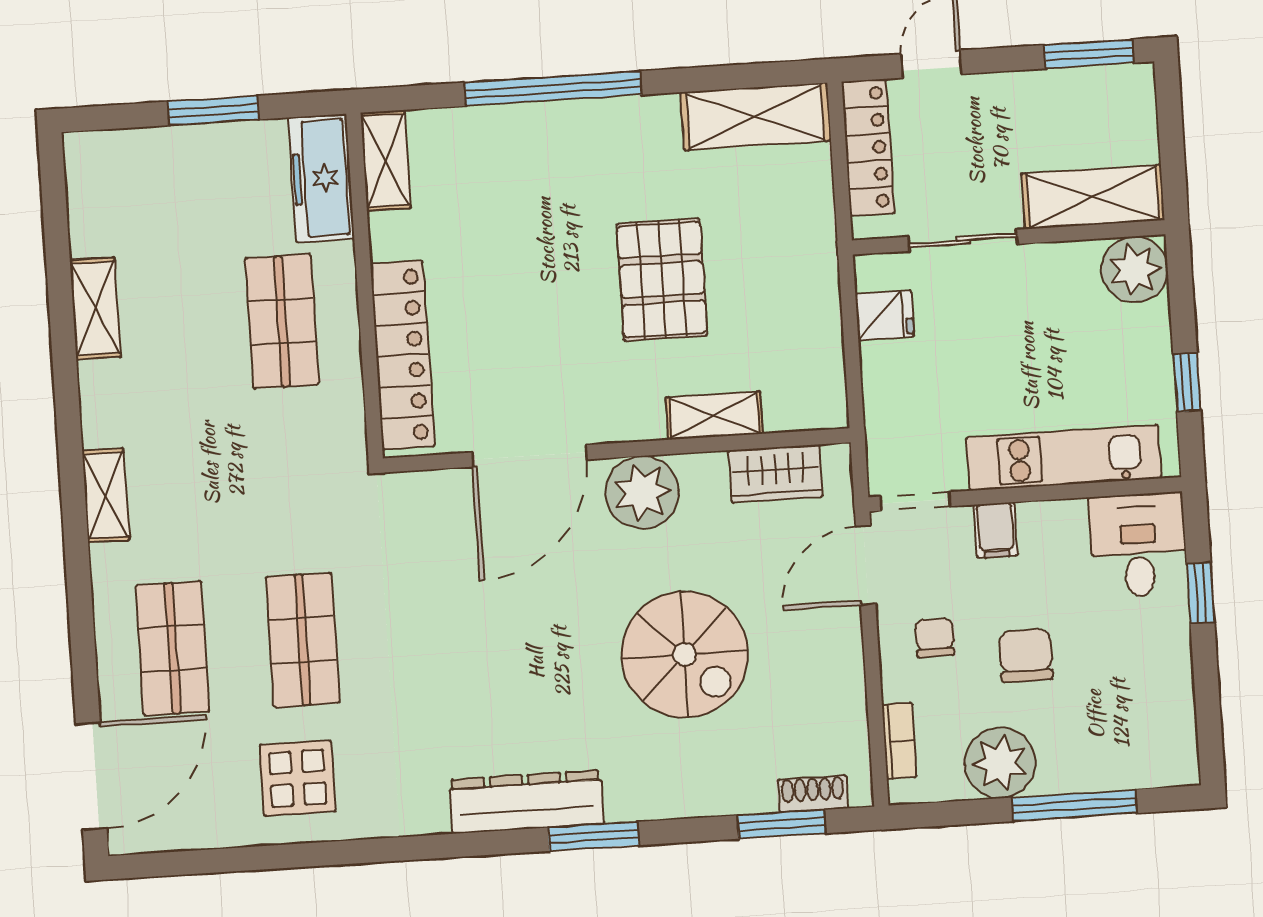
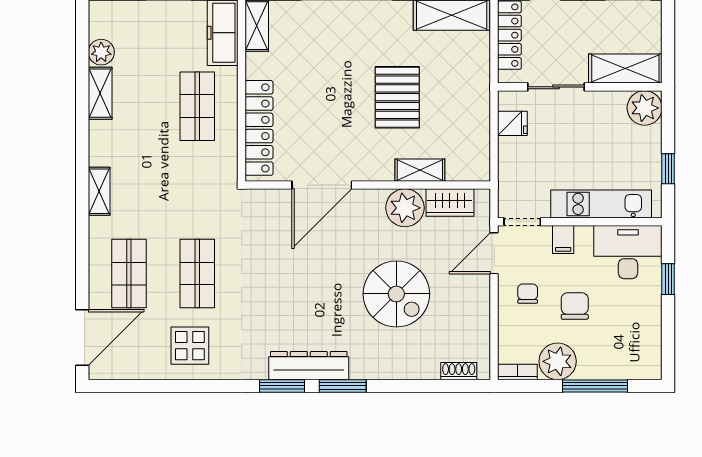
plant: (93, 230) -> (101, 52), added
plant: (642, 492) -> (405, 208), moved
desk: (1138, 545) -> (628, 252), width x1.37
bookcase: (899, 741) -> (517, 372), moved, turned -90
window: (782, 824) -> (282, 386), moved

